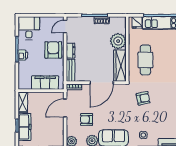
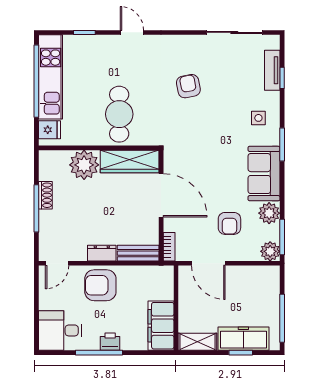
door: (65, 26) -> (57, 263), hinge flipped
cafe table: (145, 60) -> (119, 114), turned 90
filing cabinet: (45, 83) -> (161, 326), moved
armchair: (143, 98) -> (188, 86), moved

